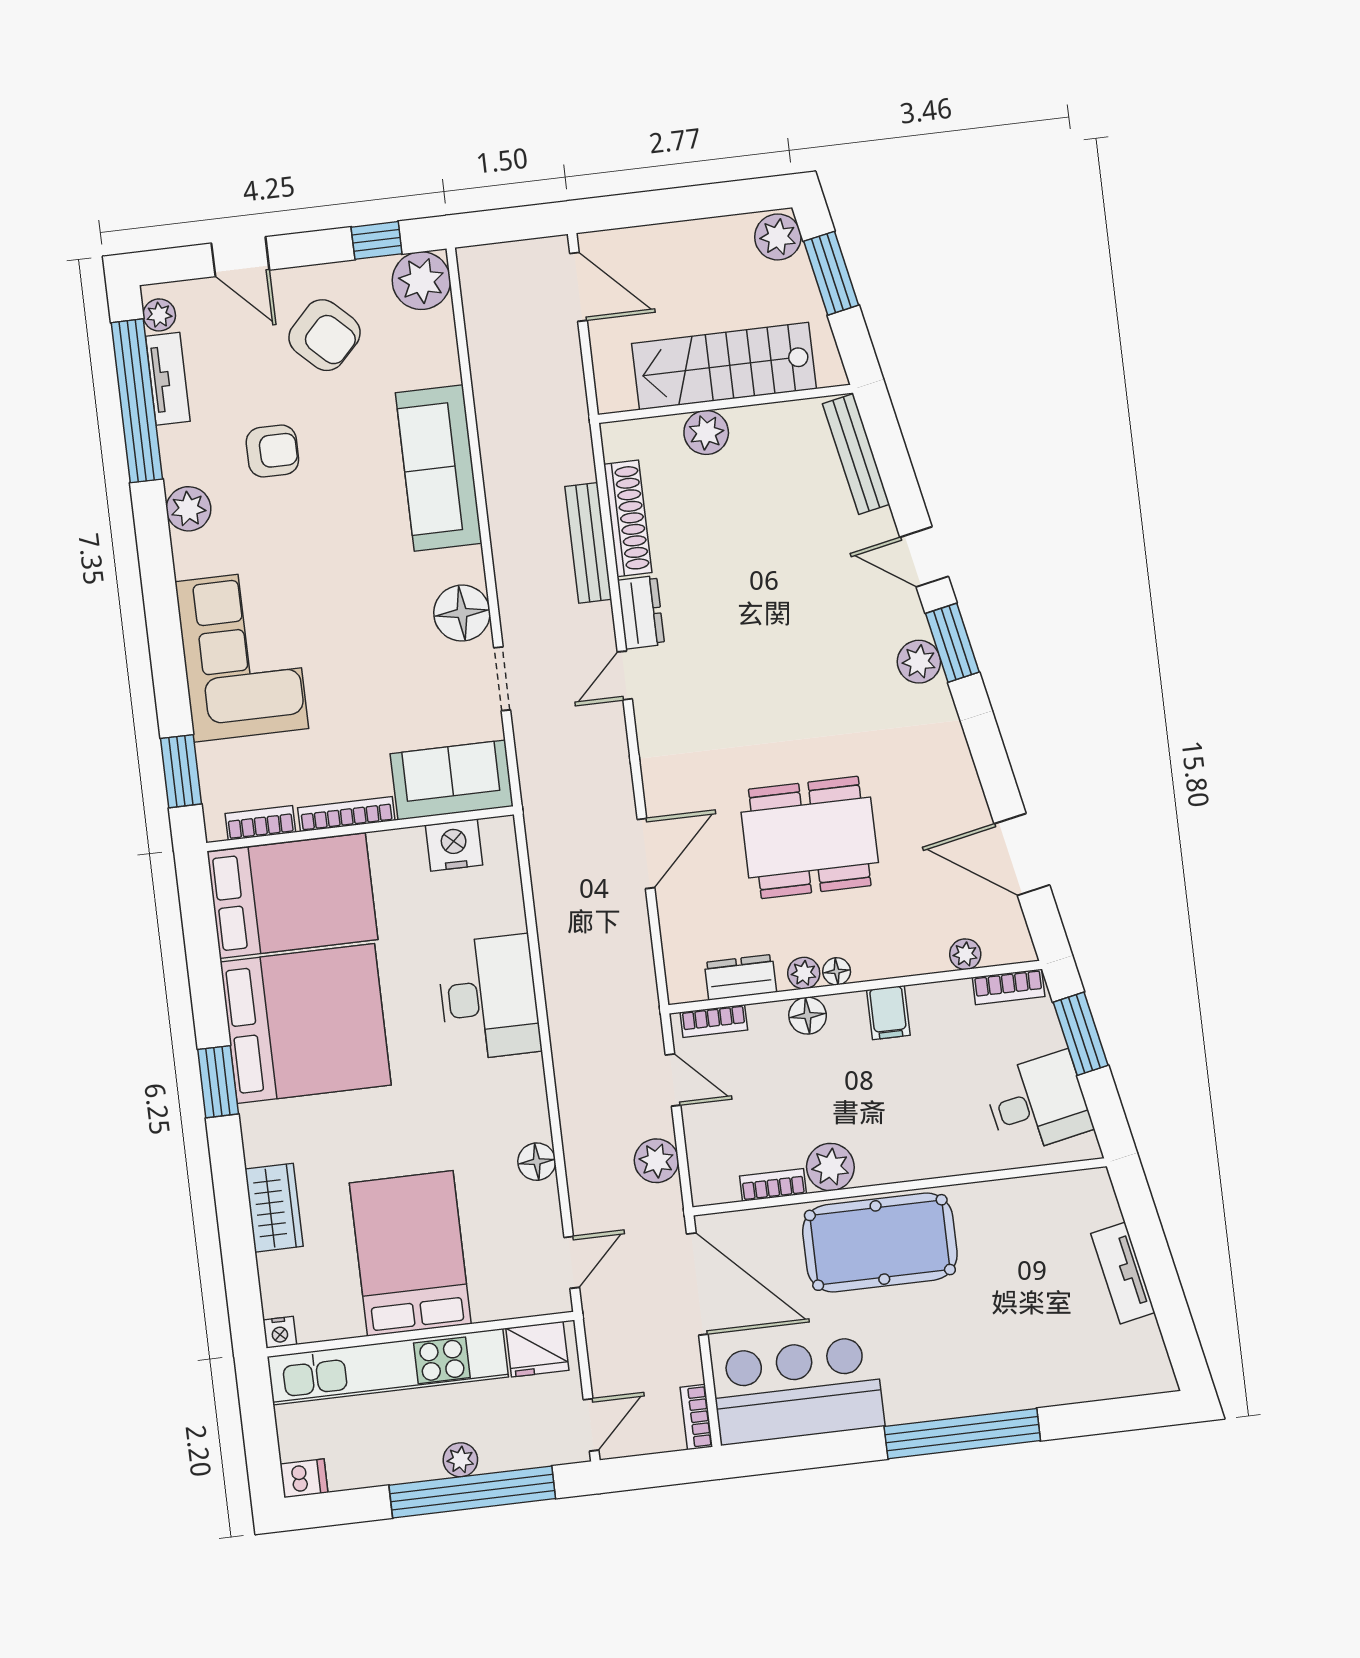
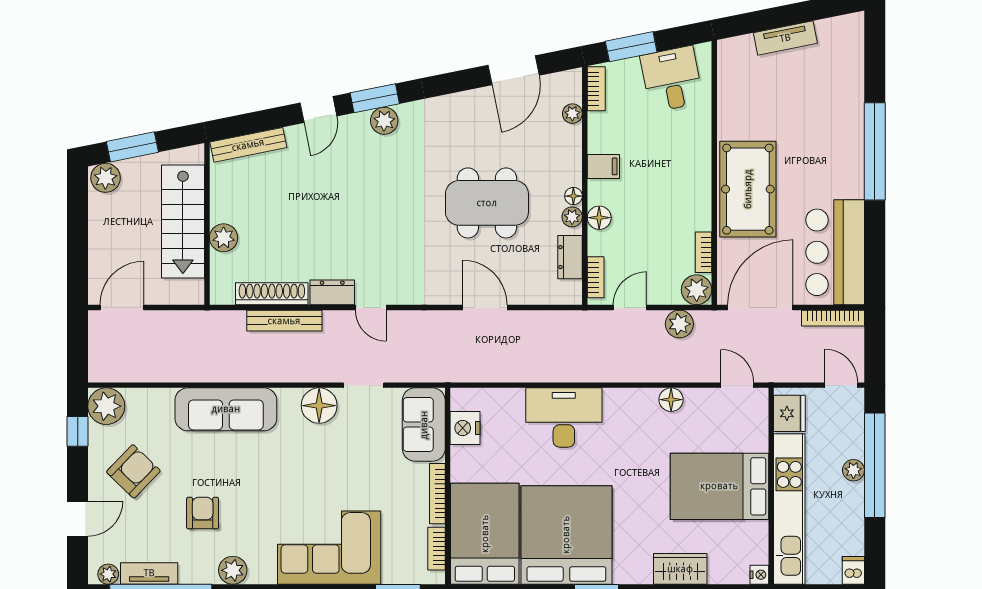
dining table: (810, 837) -> (487, 203), turned 90
plant: (830, 1167) -> (697, 290), moved
bookcase: (696, 1417) -> (833, 318), width x1.56

